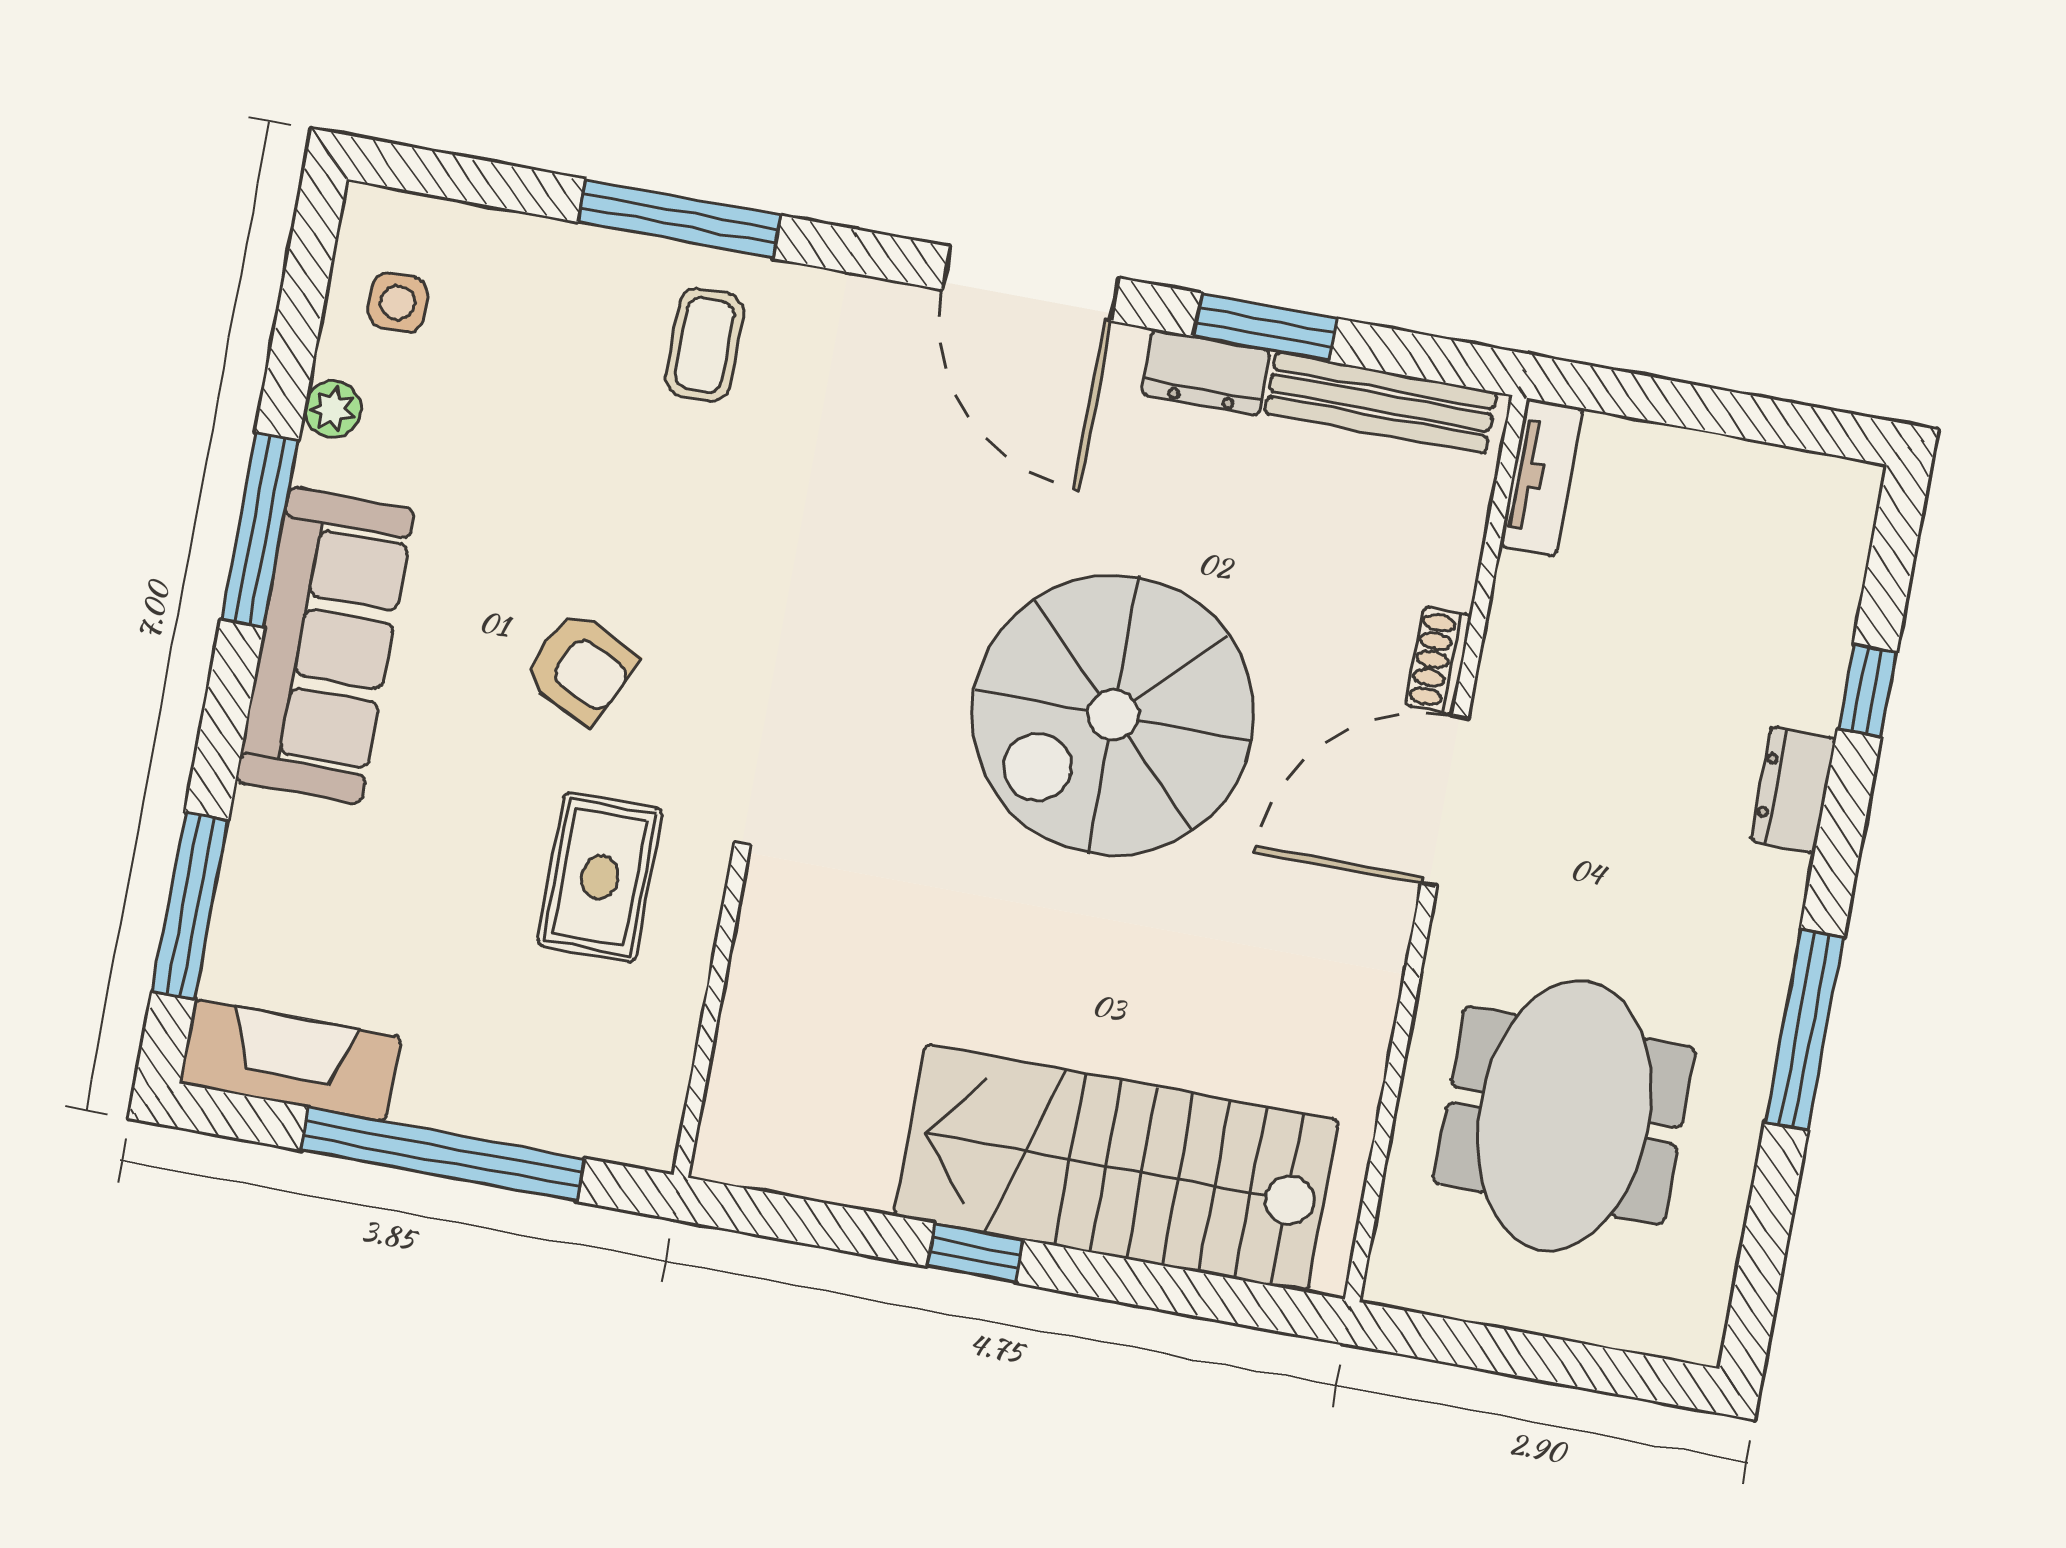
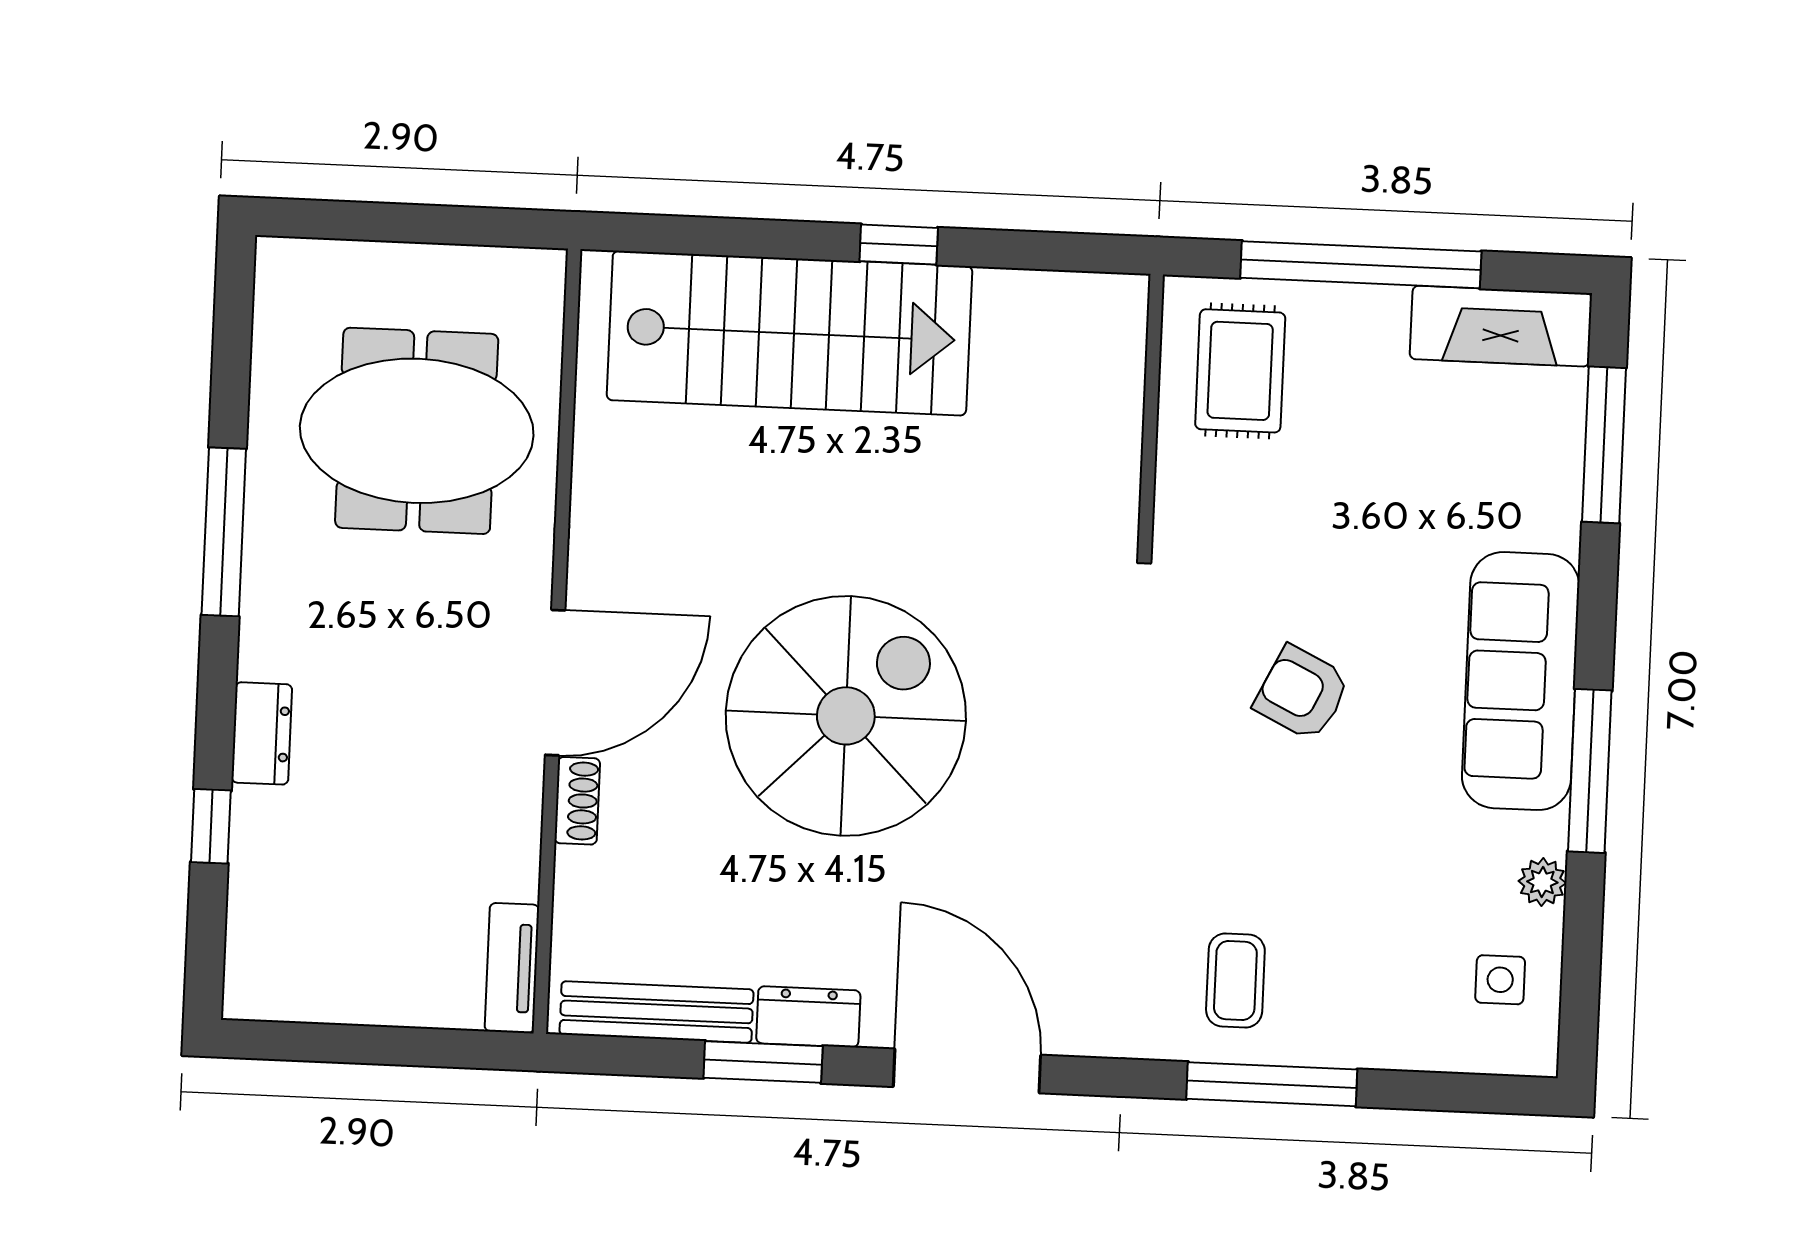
rug: (600, 877) -> (1240, 371), moved
meeting table: (1564, 1115) -> (417, 431), turned 90

